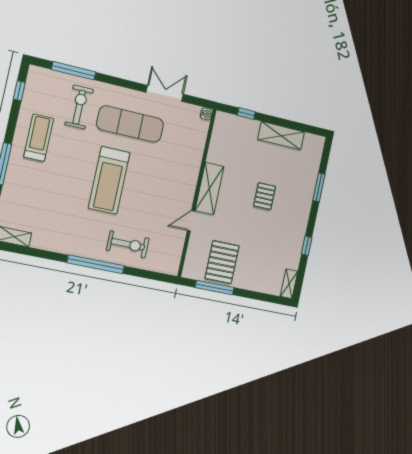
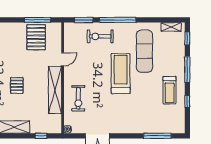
window: (19, 91) -> (187, 102), moved
exercise bike: (79, 107) -> (78, 98), moved
exercise mat: (130, 124) -> (144, 51), moved, turned 90
shelving: (209, 189) -> (55, 90), width x1.47
window: (147, 274) -> (84, 20), added

